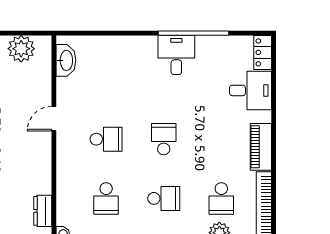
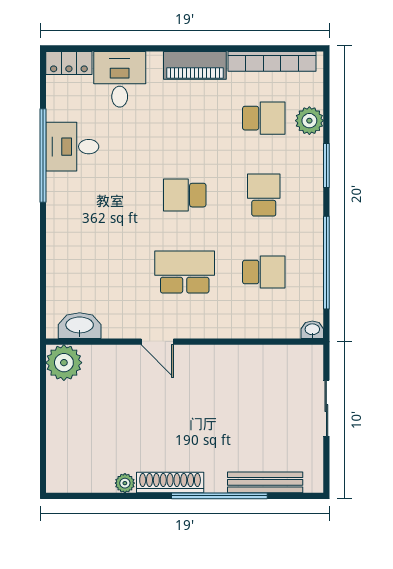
plant: (21, 49) -> (64, 363), moved
desk: (176, 55) -> (72, 147), moved
school desk: (106, 139) -> (185, 272), width x1.85
dresser: (43, 211) -> (280, 357), removed

